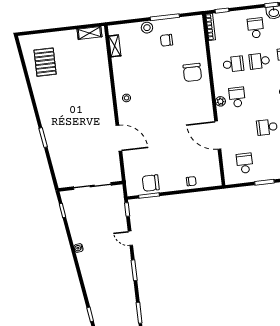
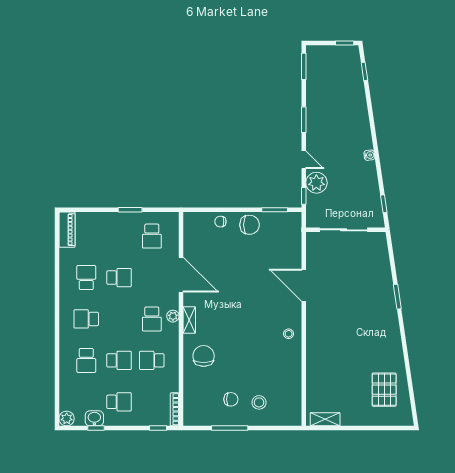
stool: (147, 28) -> (259, 402), moved
school desk: (256, 28) -> (119, 402), turned -90
shelving: (115, 46) -> (189, 320), moved
chair: (151, 183) -> (250, 225), moved
plant: (118, 221) -> (316, 183), added

